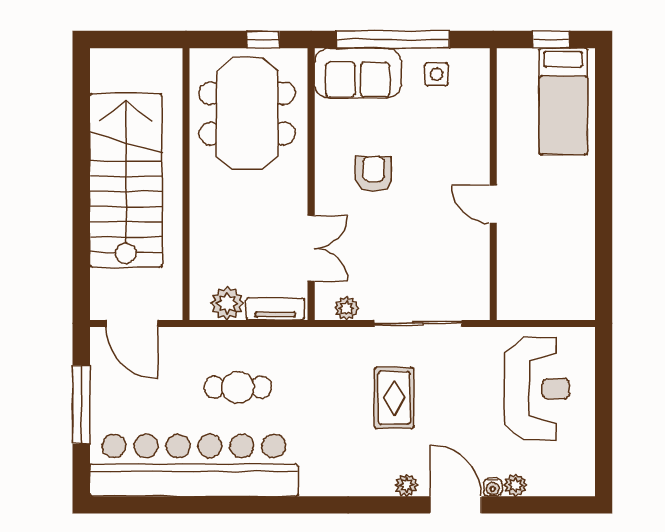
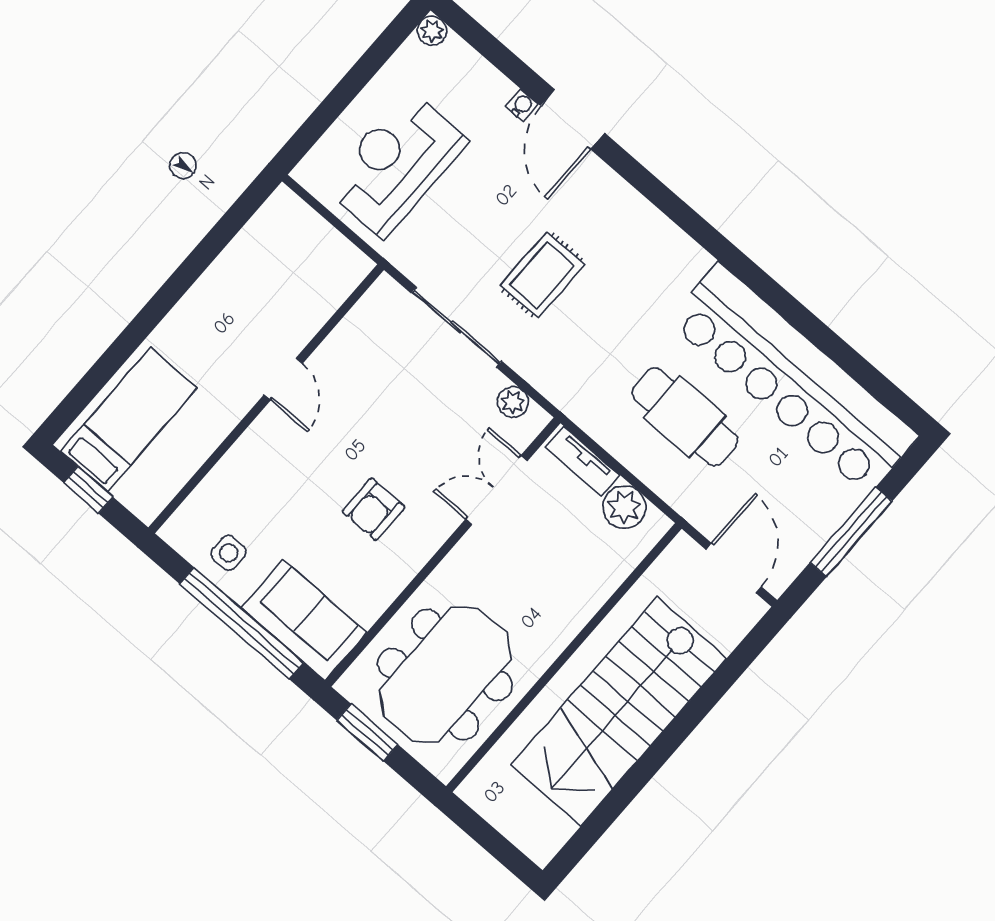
window: (263, 39) -> (367, 732), width x1.50
cafe table: (238, 387) -> (685, 417), width x1.37, depth x1.35
plant: (406, 485) -> (604, 180), removed
plant: (515, 485) -> (432, 31), moved

